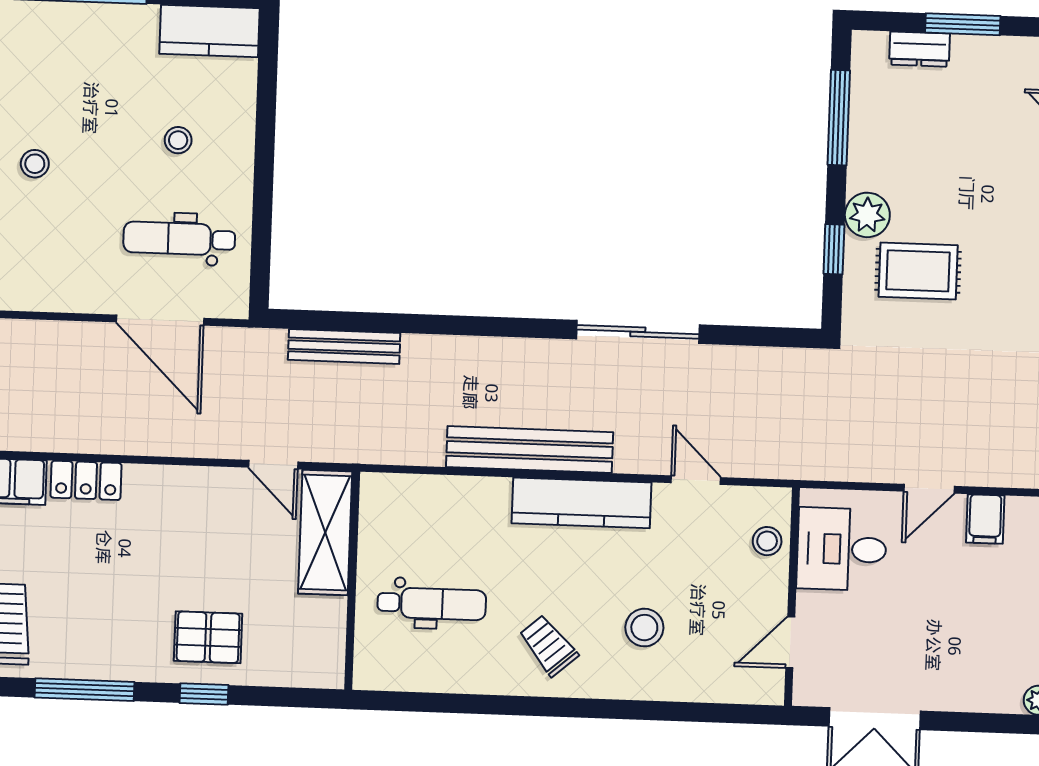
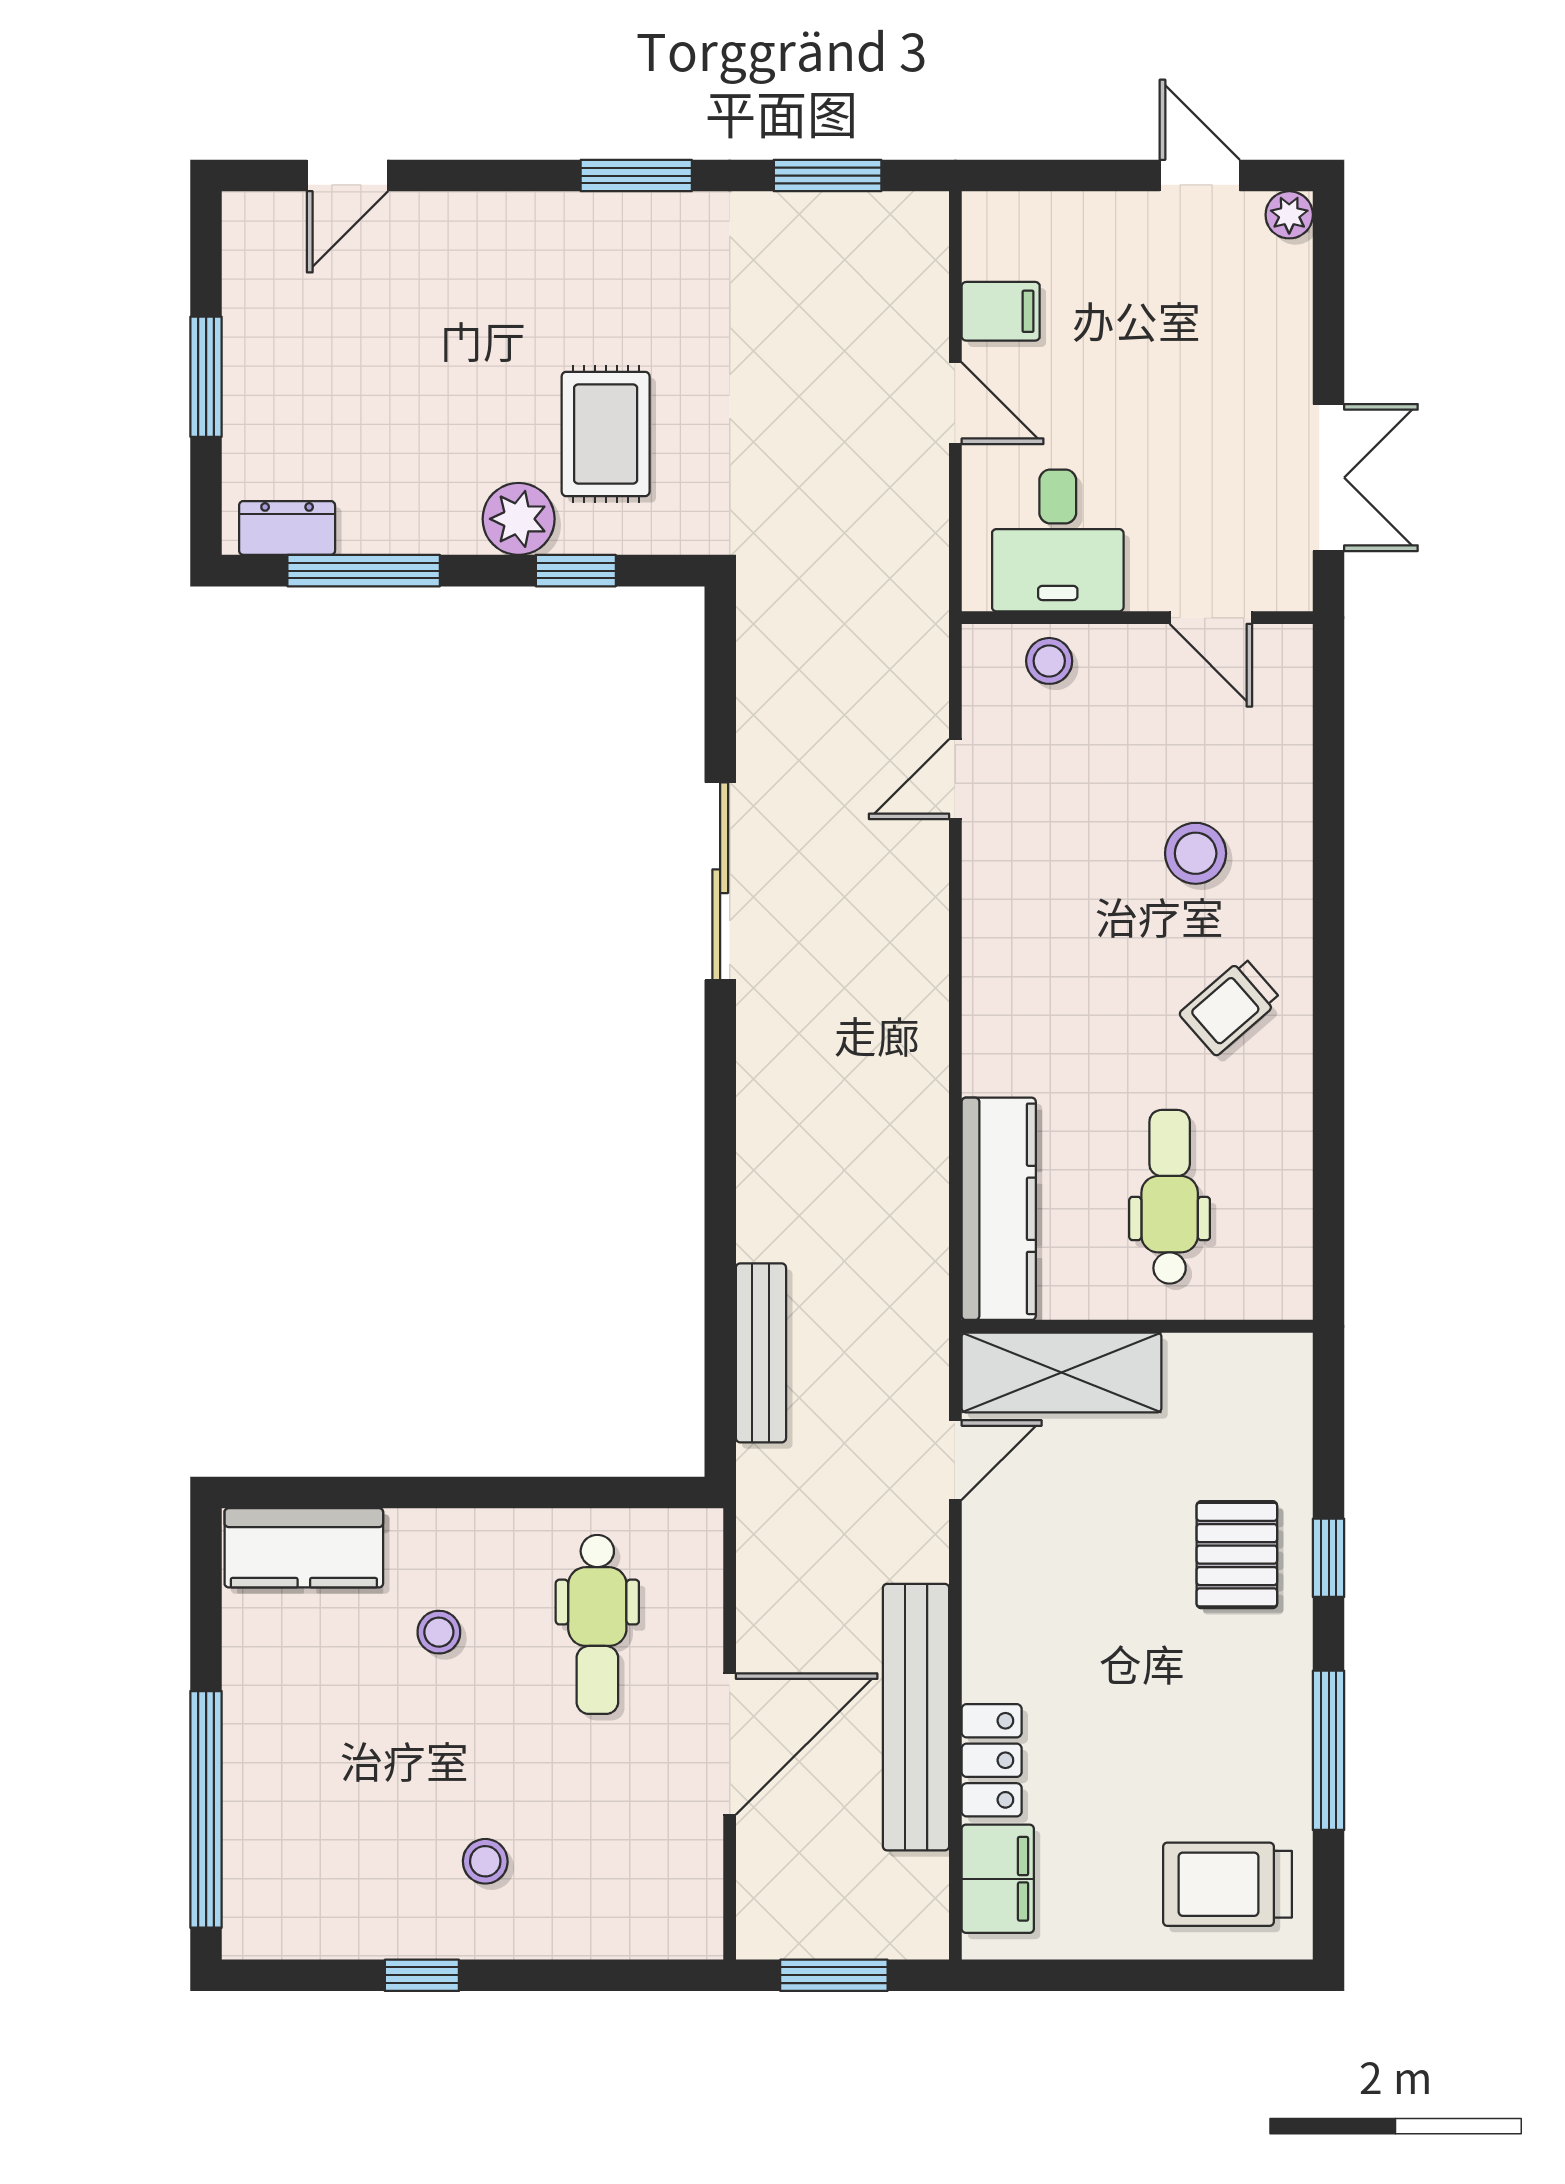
kitchen counter: (209, 31) -> (304, 1548), moved, turned 90
dresser: (920, 49) -> (287, 528), moved, turned -90
door: (160, 320) -> (730, 1744), moved
bench: (530, 450) -> (916, 1717), moved
kitchen counter: (581, 503) -> (999, 1209), moved

